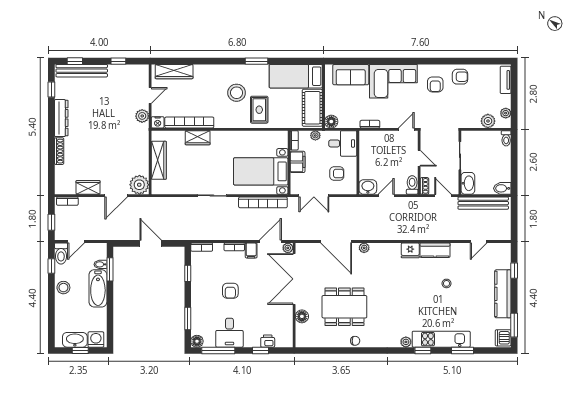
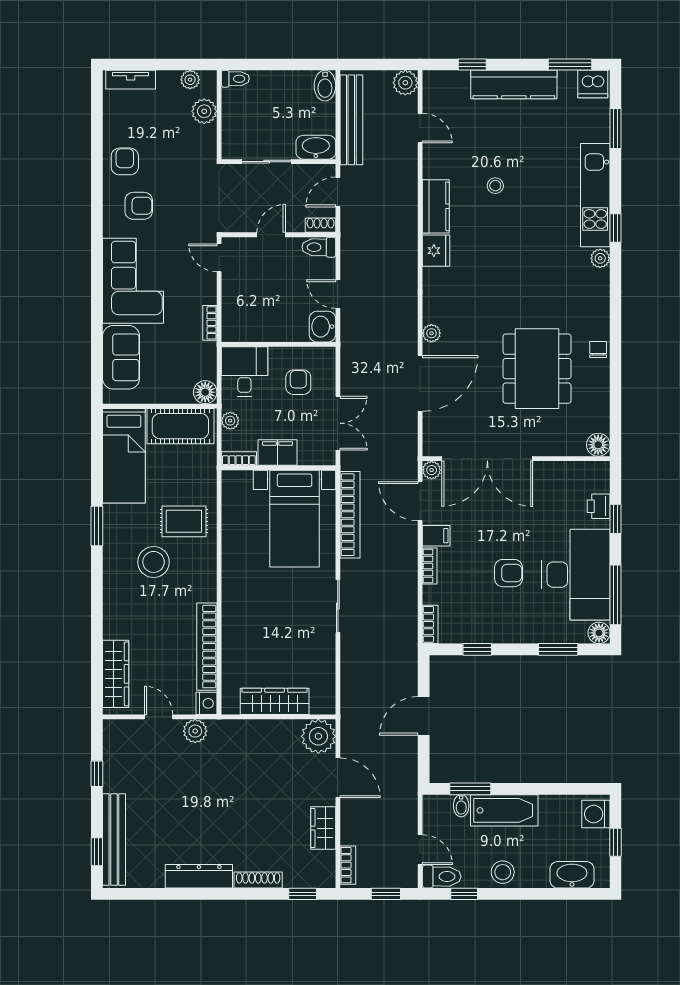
window: (51, 89) -> (303, 894), moved
wardrobe: (198, 138) -> (234, 632), removed
plant: (504, 233) -> (405, 83), added
floor lamp: (302, 316) -> (598, 445), moved
desk: (229, 333) -> (576, 575), width x1.87, depth x1.30
washbasin: (75, 340) -> (572, 875), moved, turned 90
window: (462, 350) -> (615, 129), moved

